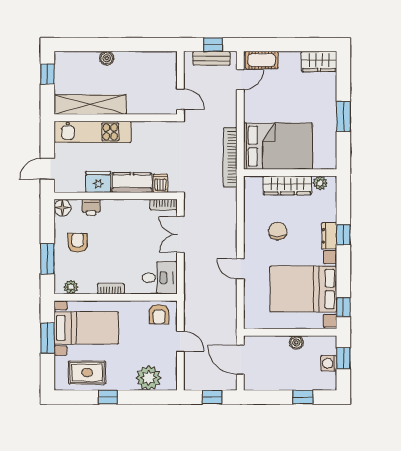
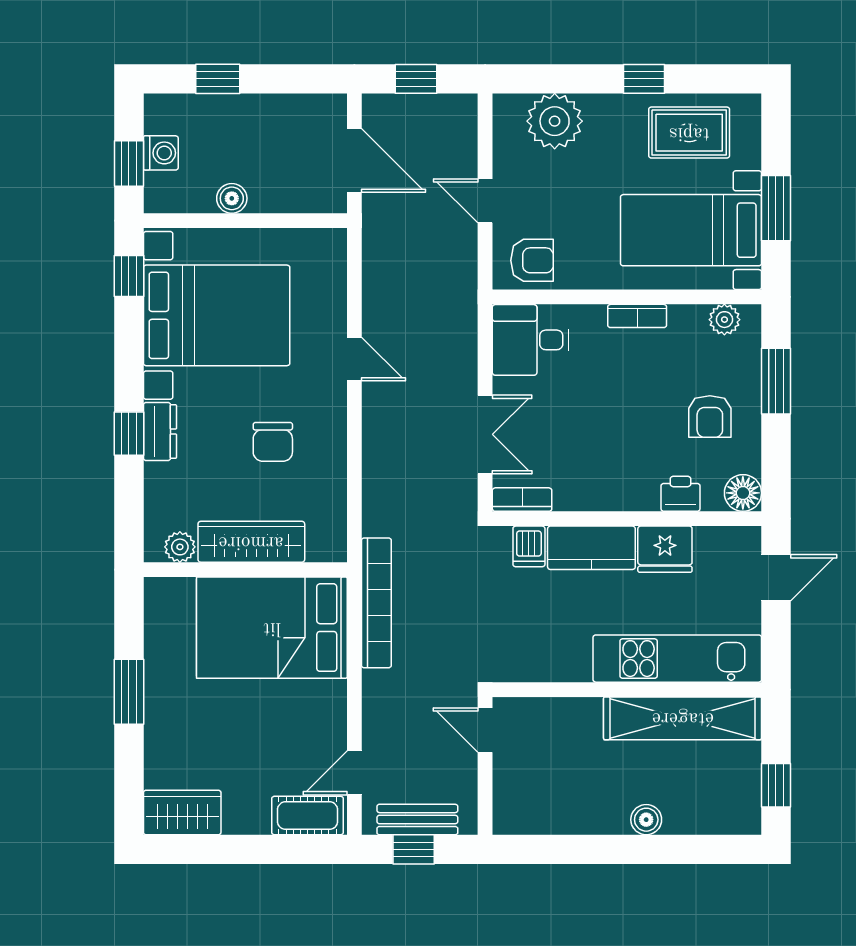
armchair: (159, 314) -> (532, 260), turned 90

